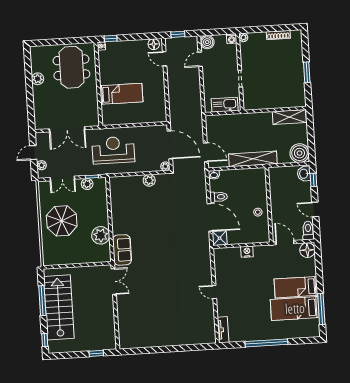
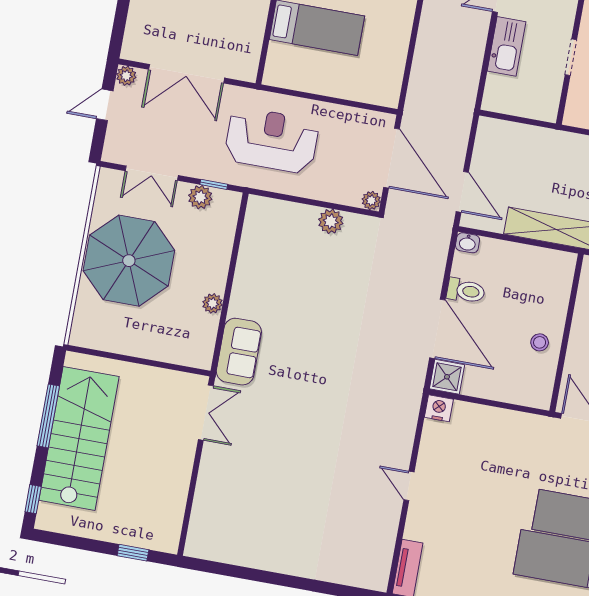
kitchen sink: (225, 105) -> (507, 46), moved, turned 90
plant: (42, 165) -> (126, 76), moved
parasol: (62, 221) -> (129, 261), width x1.36, depth x1.36
plant: (101, 235) -> (212, 303), width x0.53, depth x0.53
nightstand: (247, 252) -> (439, 408), moved

